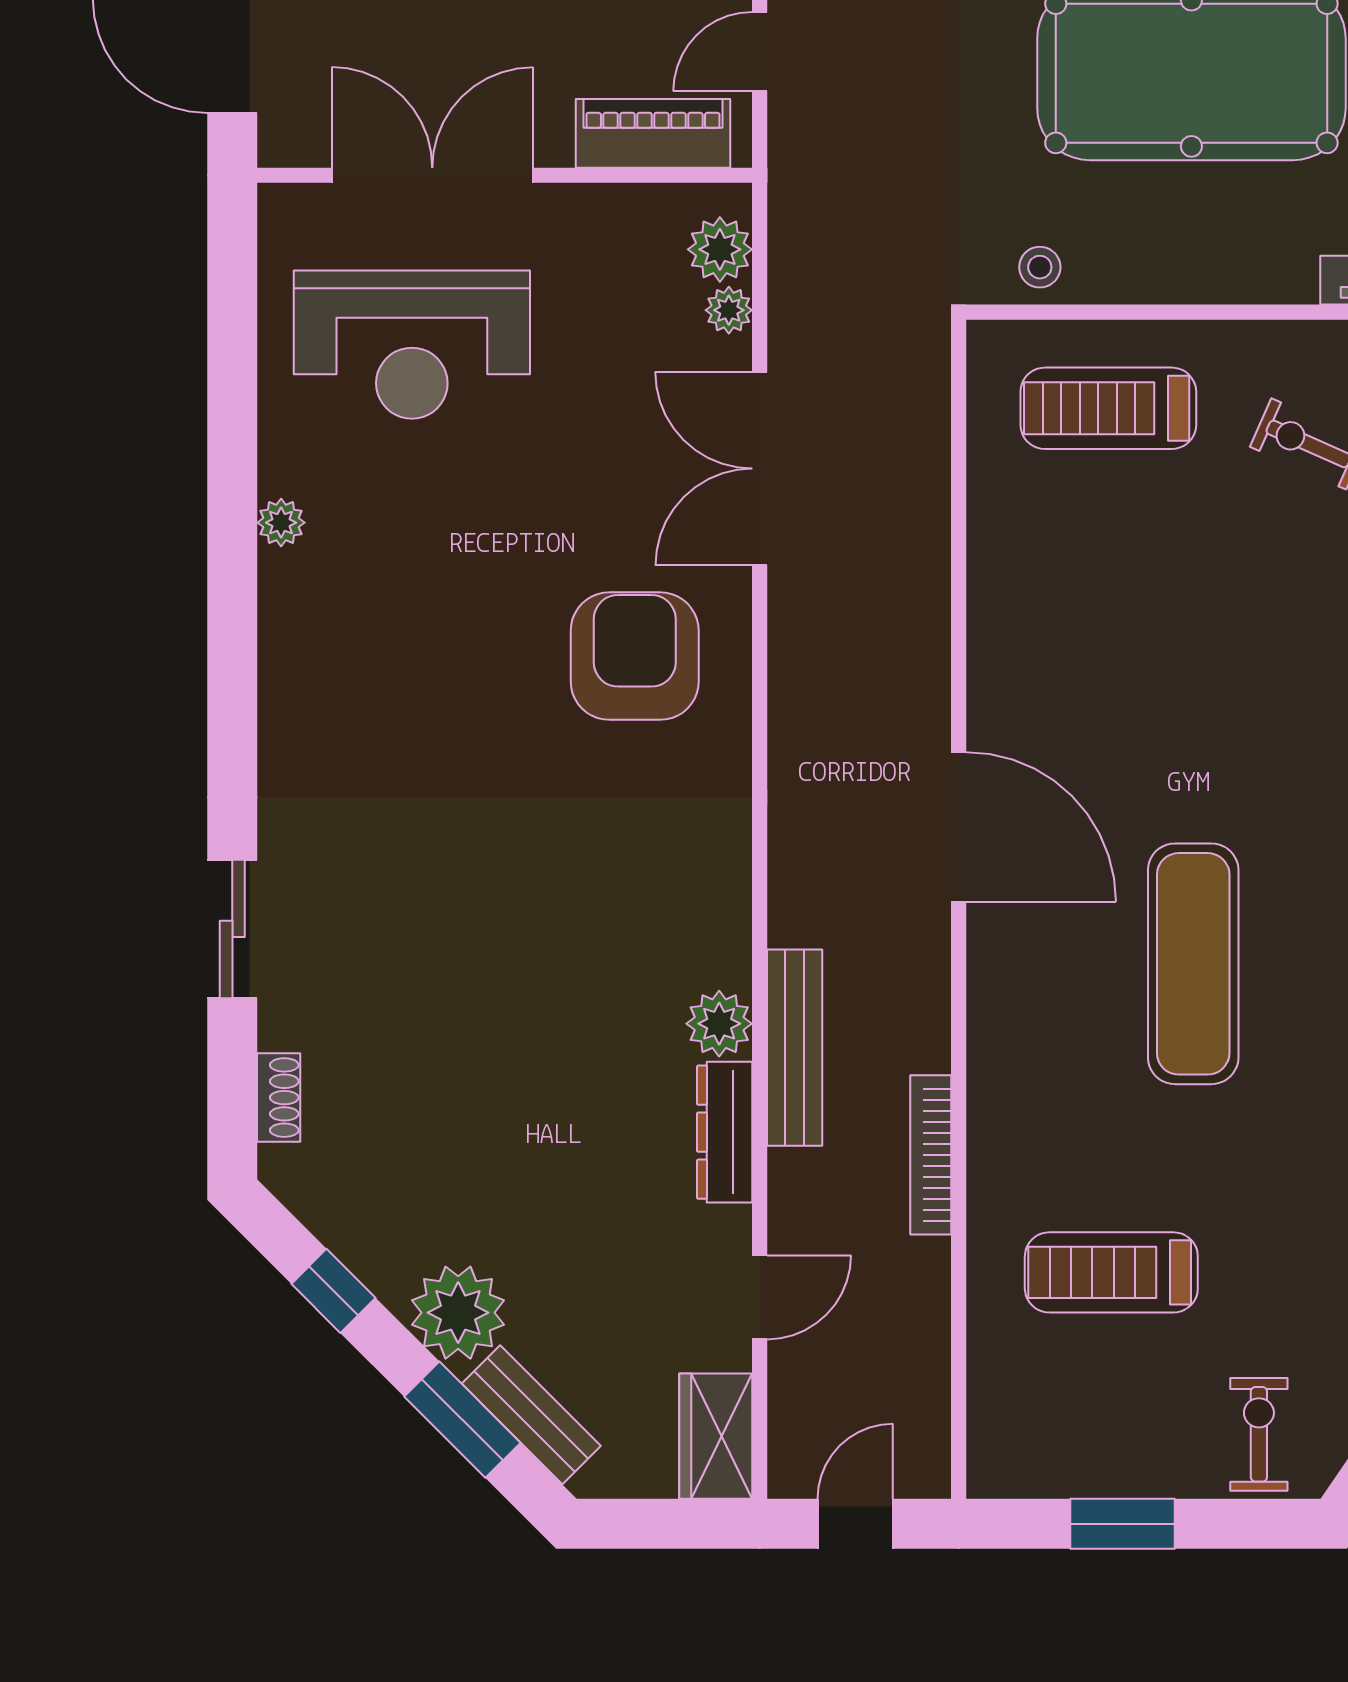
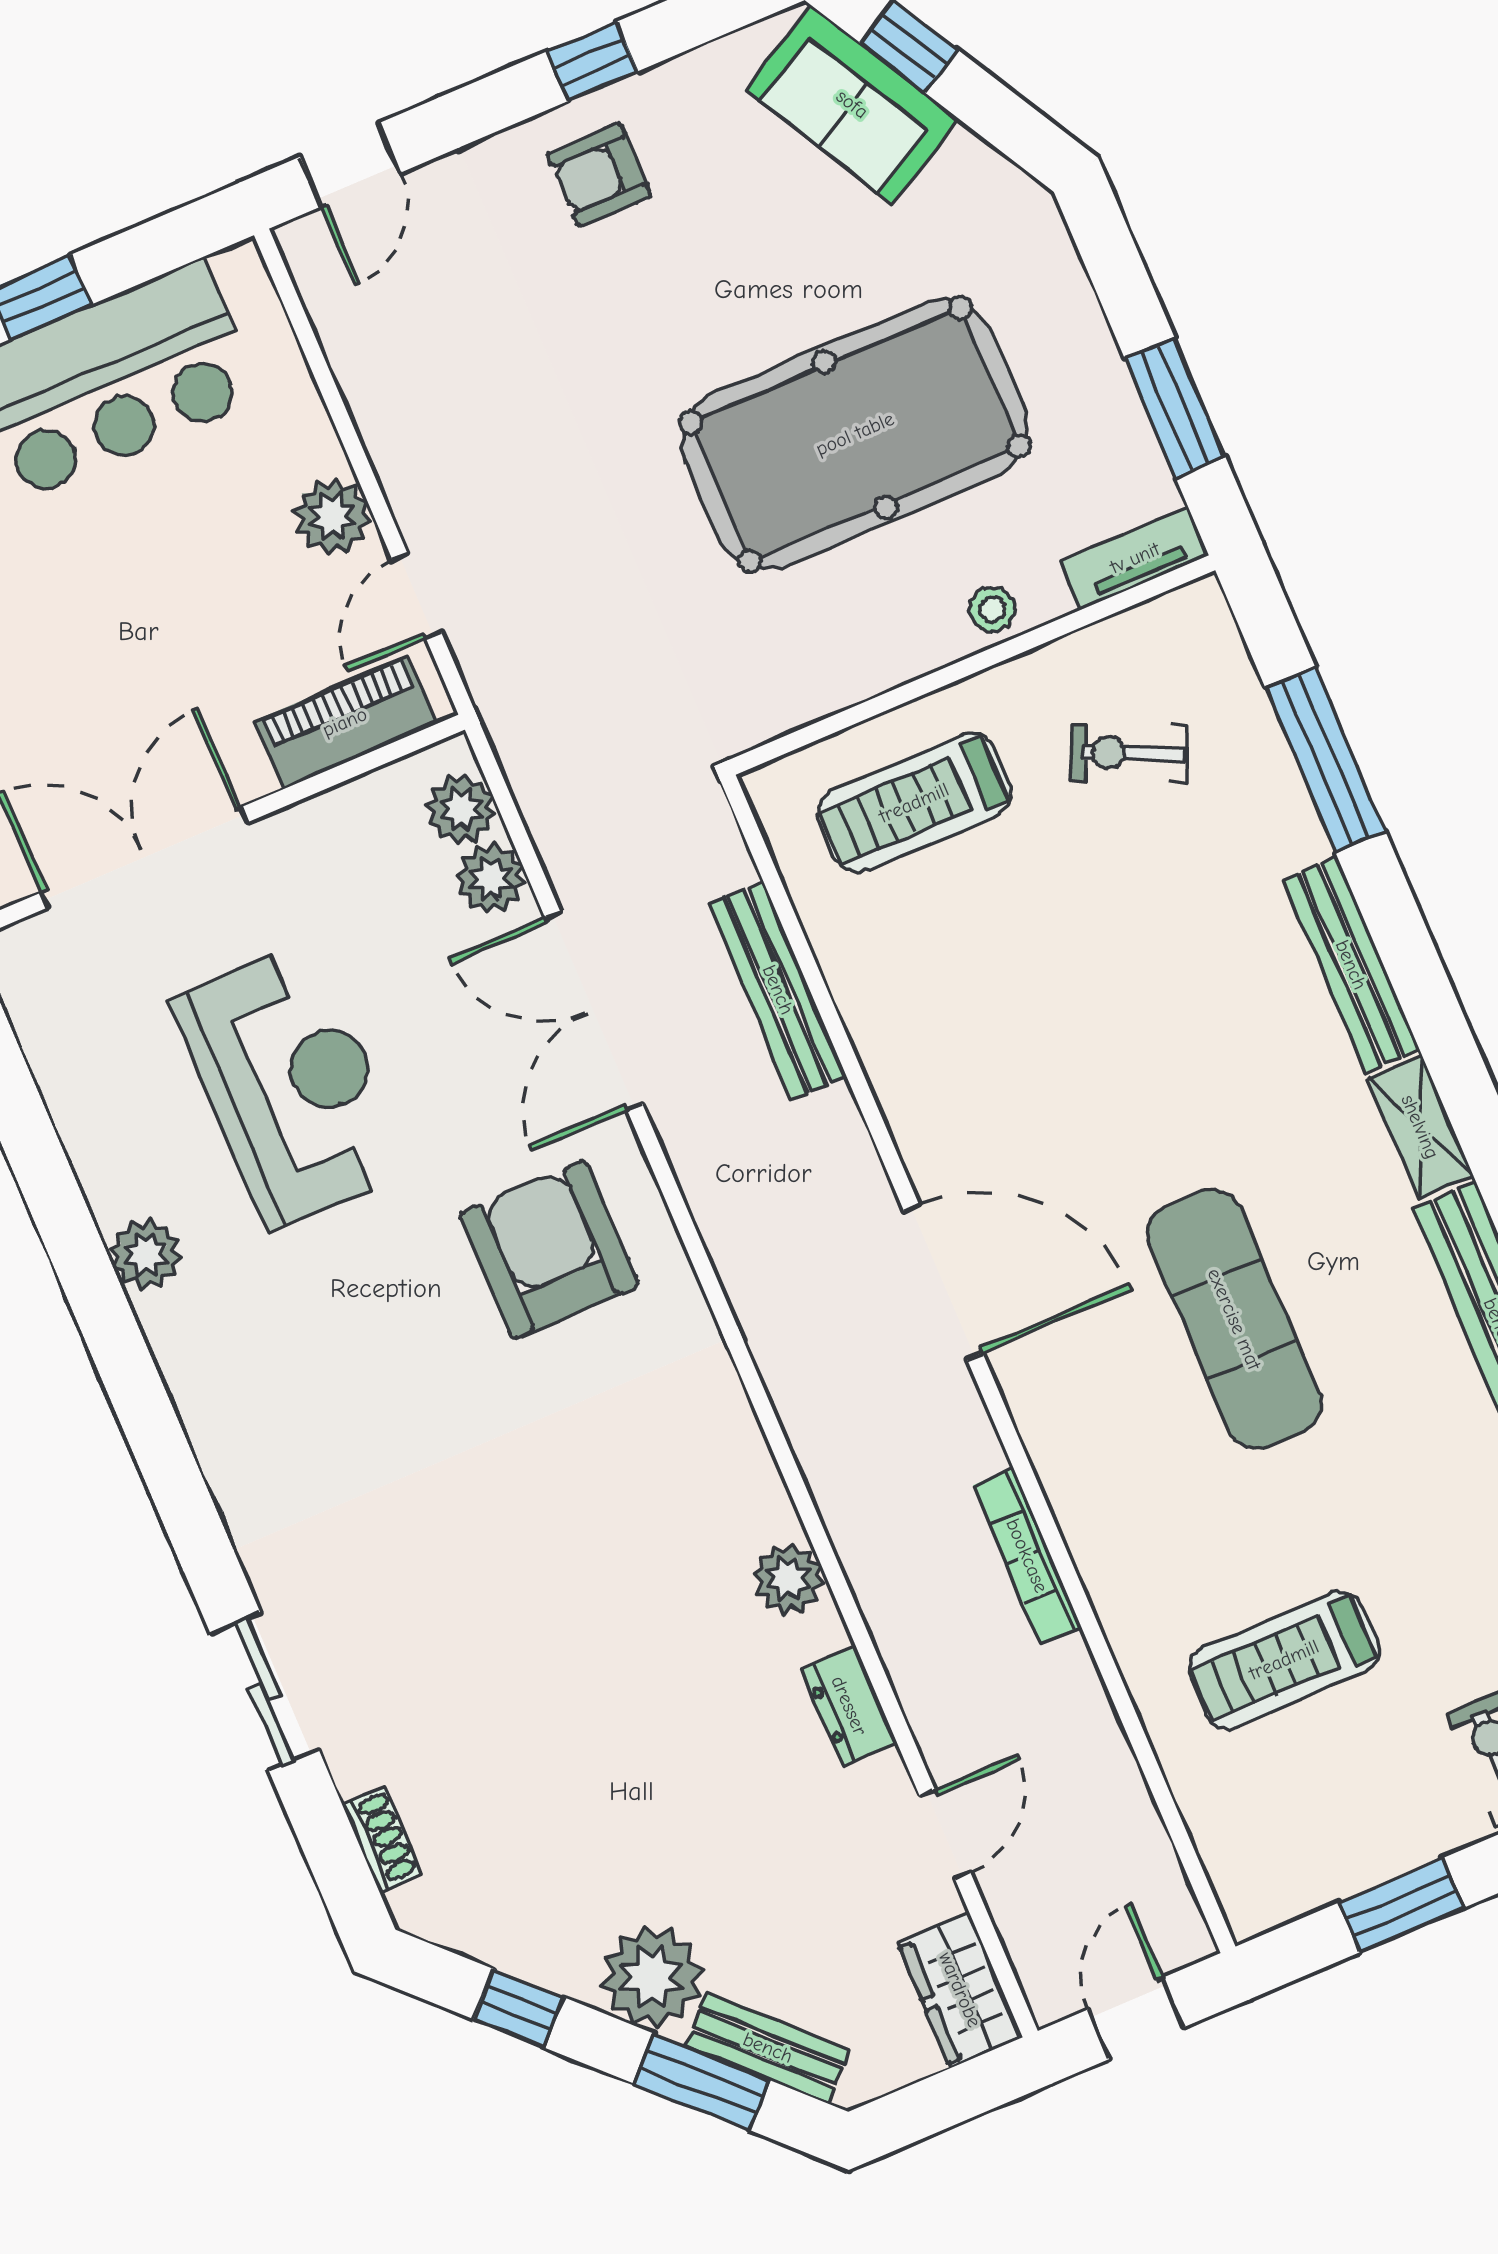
stool: (1040, 267) -> (992, 610), moved
plant: (729, 310) -> (491, 878), width x1.38, depth x1.38
reception desk: (412, 345) -> (291, 1085), moved, turned -90
plant: (281, 523) -> (146, 1254), width x1.38, depth x1.38
bench: (795, 1048) -> (778, 990), moved
dresser: (725, 1132) -> (849, 1706), width x0.70
bookcase: (931, 1155) -> (1027, 1556), moved

